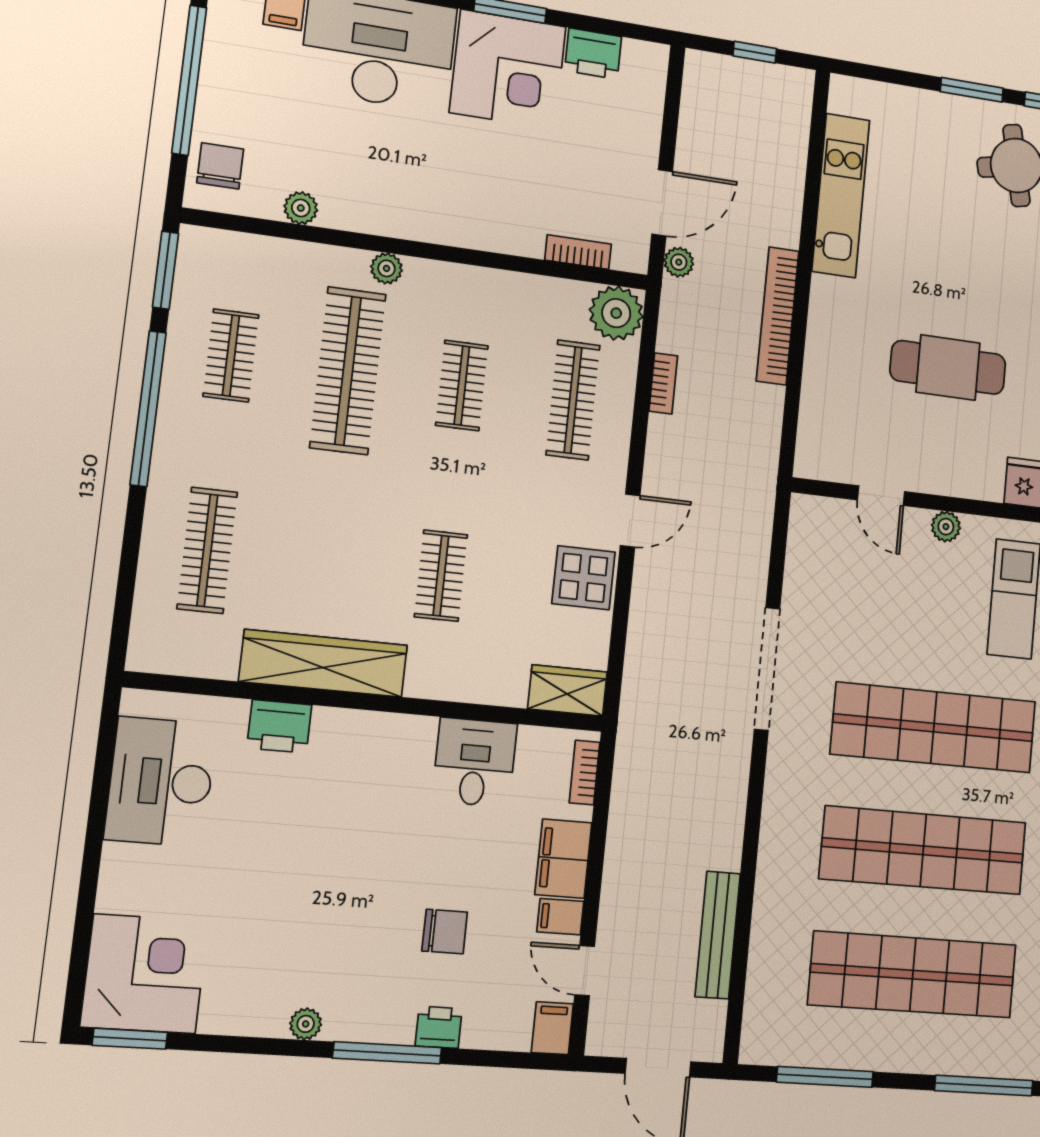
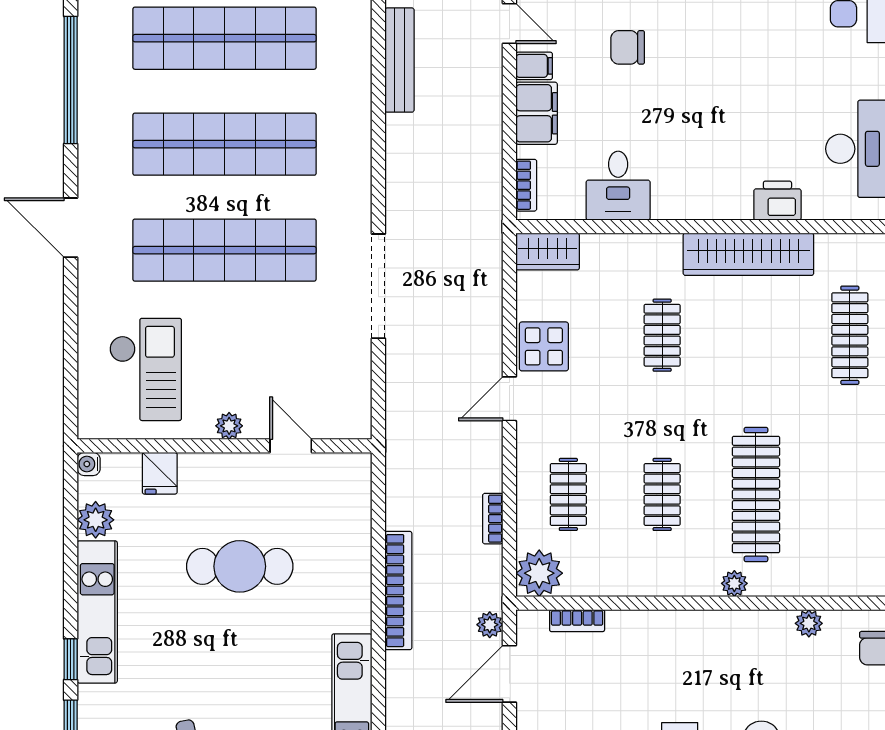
clothes rail: (231, 355) -> (850, 494), removed
clothes rail: (573, 400) -> (568, 494), width x0.73

